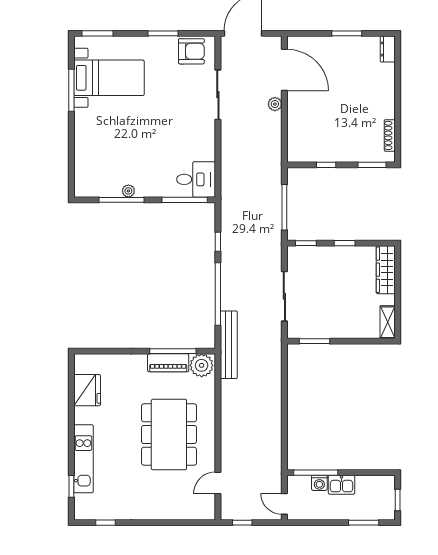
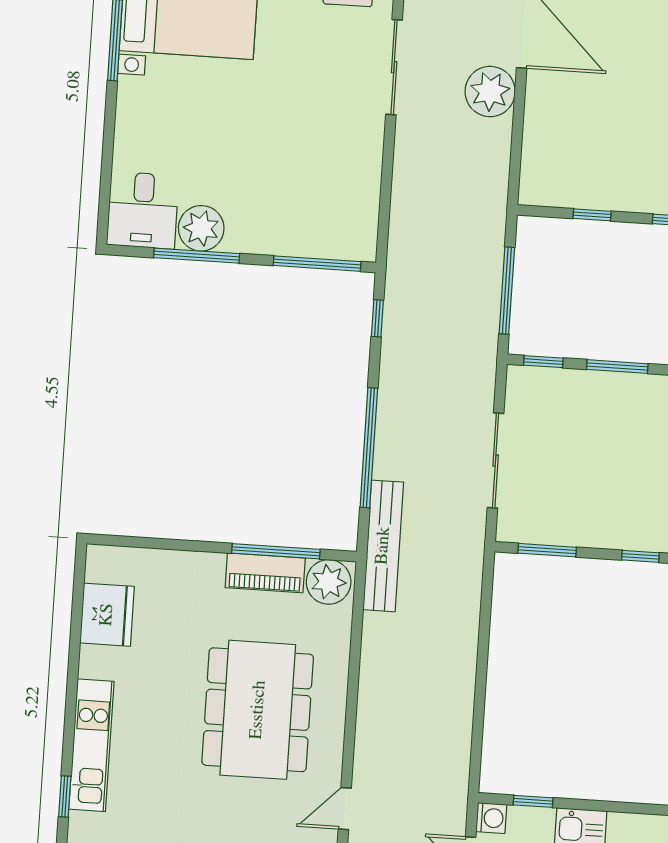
plant: (275, 104) -> (490, 92), width x1.87, depth x1.87
desk: (196, 179) -> (143, 210), moved, turned 90
plant: (128, 191) -> (201, 228), width x1.88, depth x1.88
window: (218, 242) -> (377, 318), moved
window: (345, 243) -> (617, 367), width x1.50
window: (363, 341) -> (640, 556), added
window: (316, 473) -> (533, 801), width x0.46
washing machine: (319, 483) -> (491, 818), moved, turned -90

